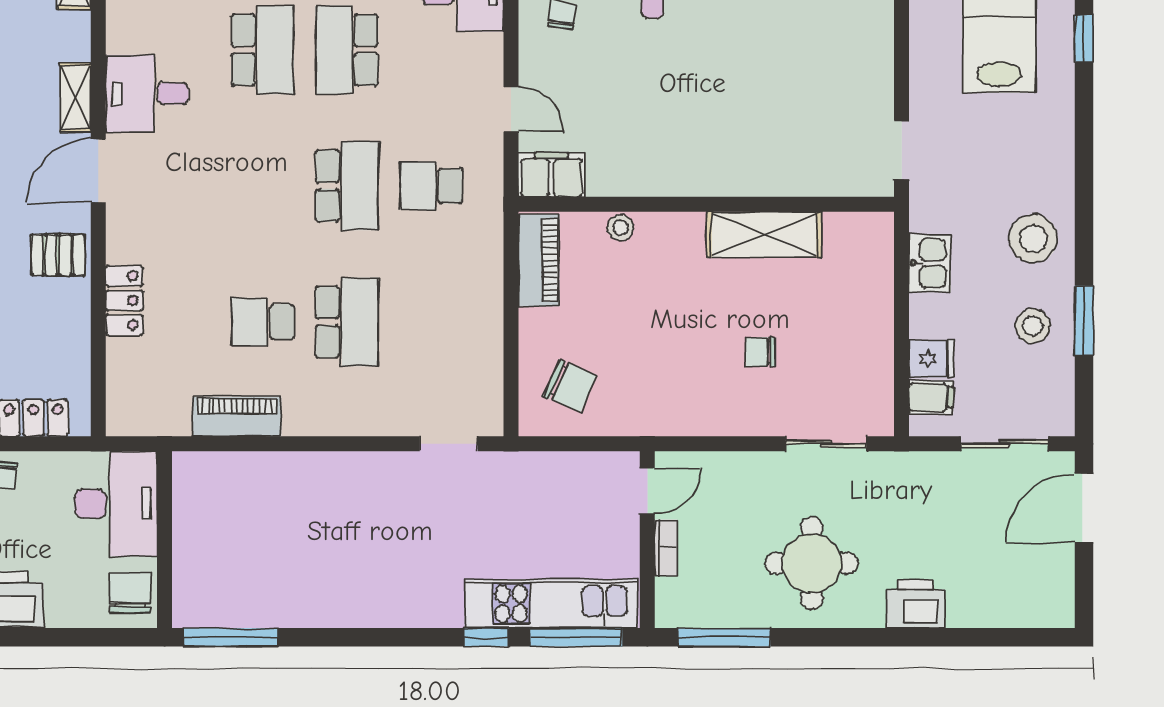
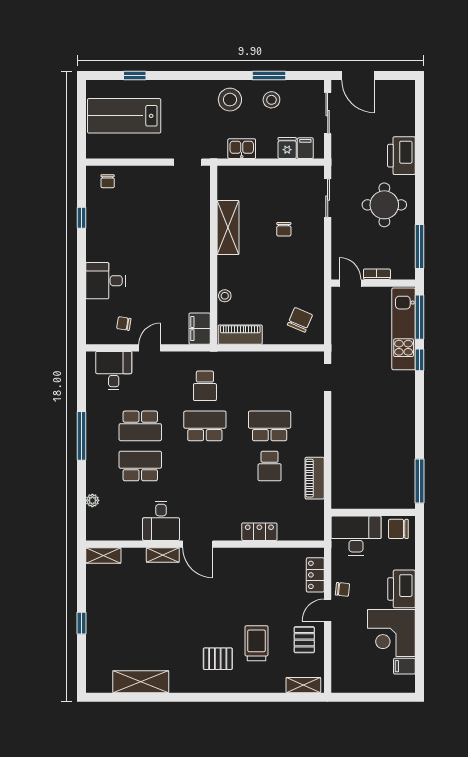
door: (511, 109) -> (150, 348), moved
pallet: (58, 255) -> (238, 563), removed
printer: (915, 604) -> (401, 156), width x1.37, depth x1.19

